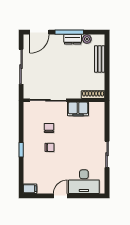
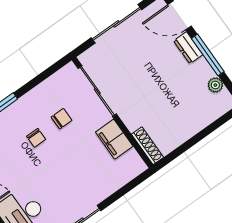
dresser: (73, 39) -> (188, 48), moved
bench: (100, 59) -> (201, 121), removed

